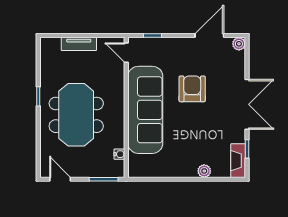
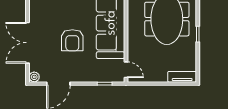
tv unit: (79, 44) -> (182, 77), moved
double door: (247, 104) -> (28, 43), moved

